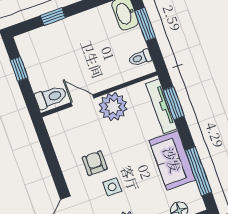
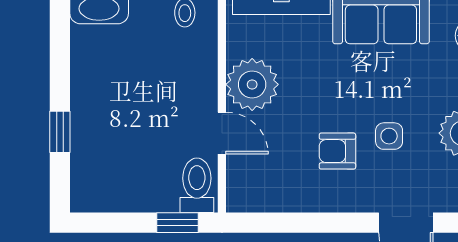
window: (19, 69) -> (178, 223), moved
door: (82, 100) -> (222, 133), swing flipped

